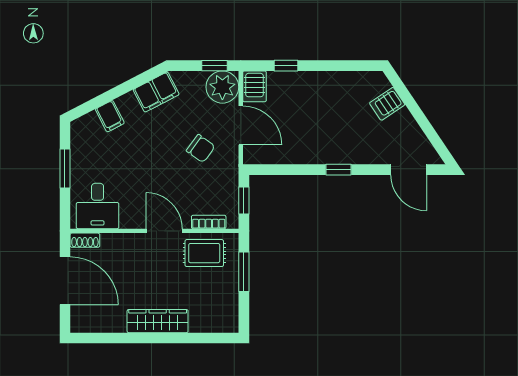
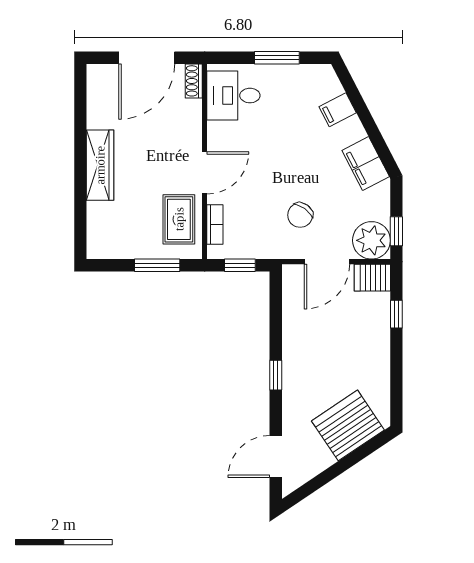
server rack: (387, 104) -> (348, 425), width x2.18, depth x1.44

